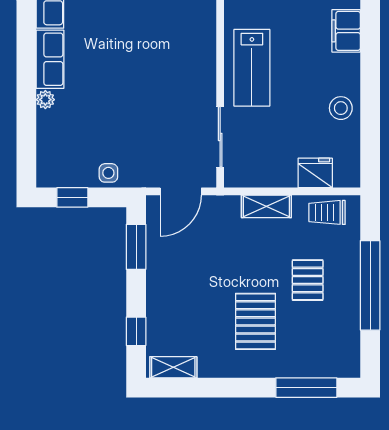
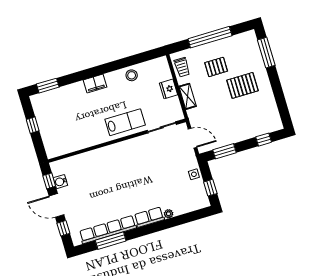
fridge: (315, 173) -> (169, 89), moved
shelving: (173, 367) -> (275, 117), removed

